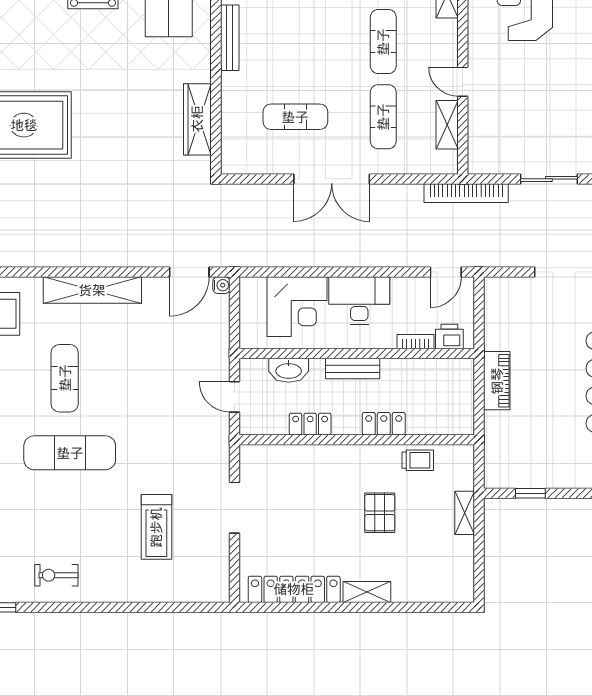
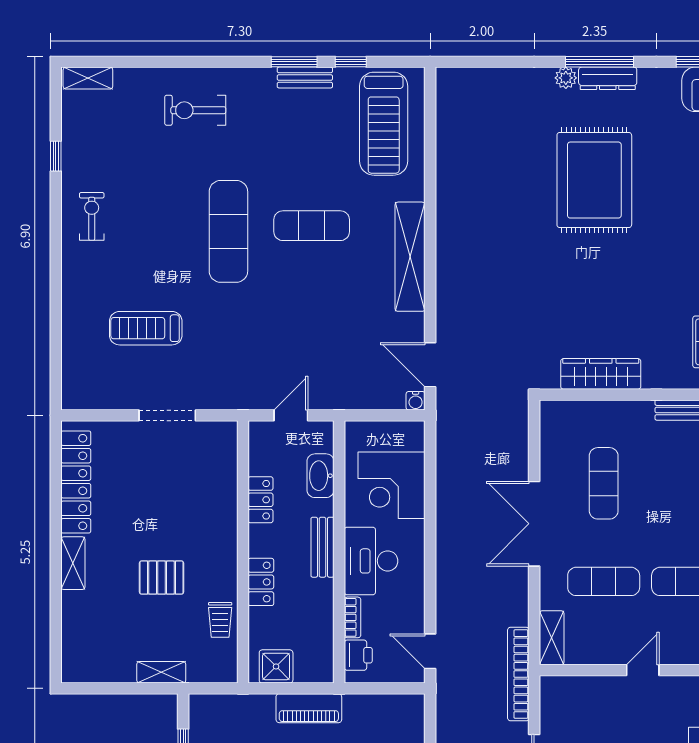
shelving: (447, 125) -> (552, 638), moved, turned 90
desk: (359, 301) -> (371, 561), moved, turned 180
shower: (459, 410) -> (276, 666), added

